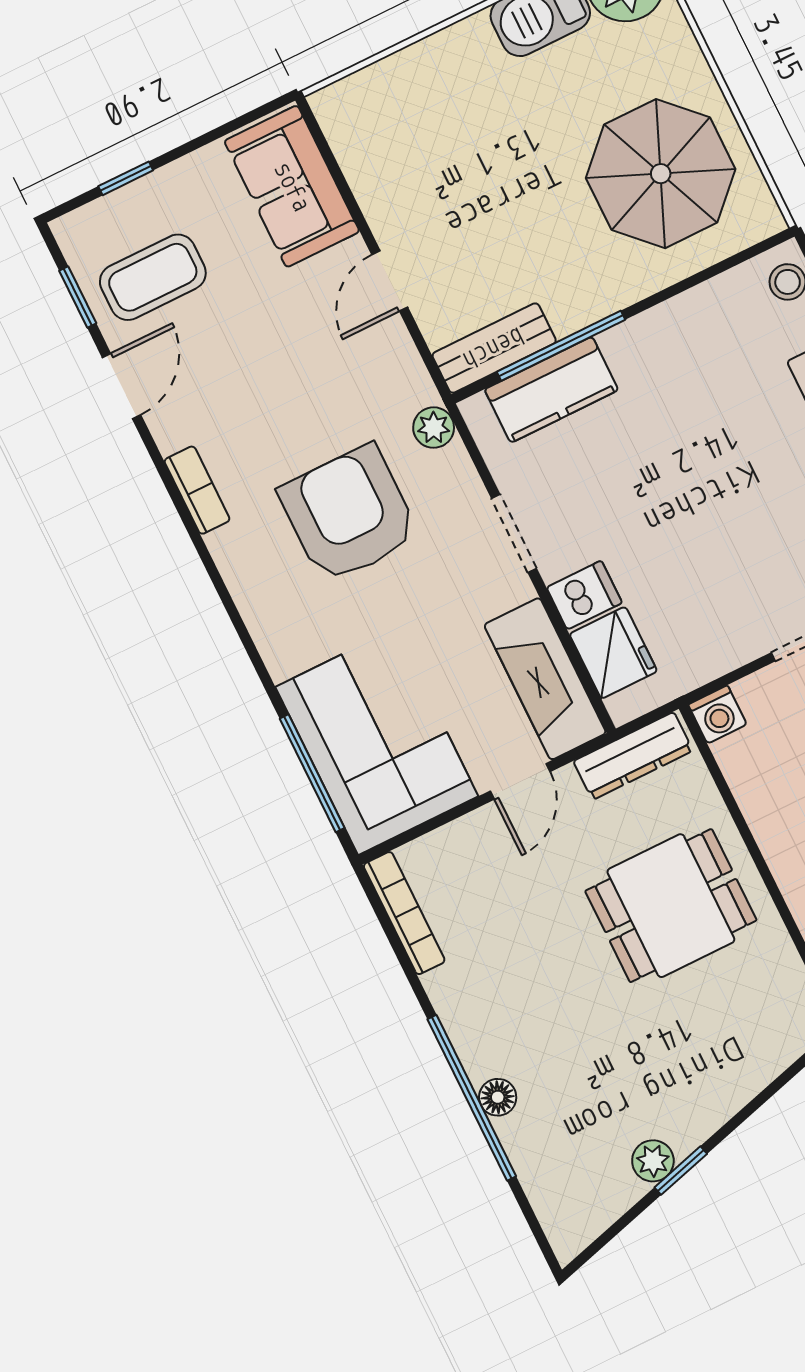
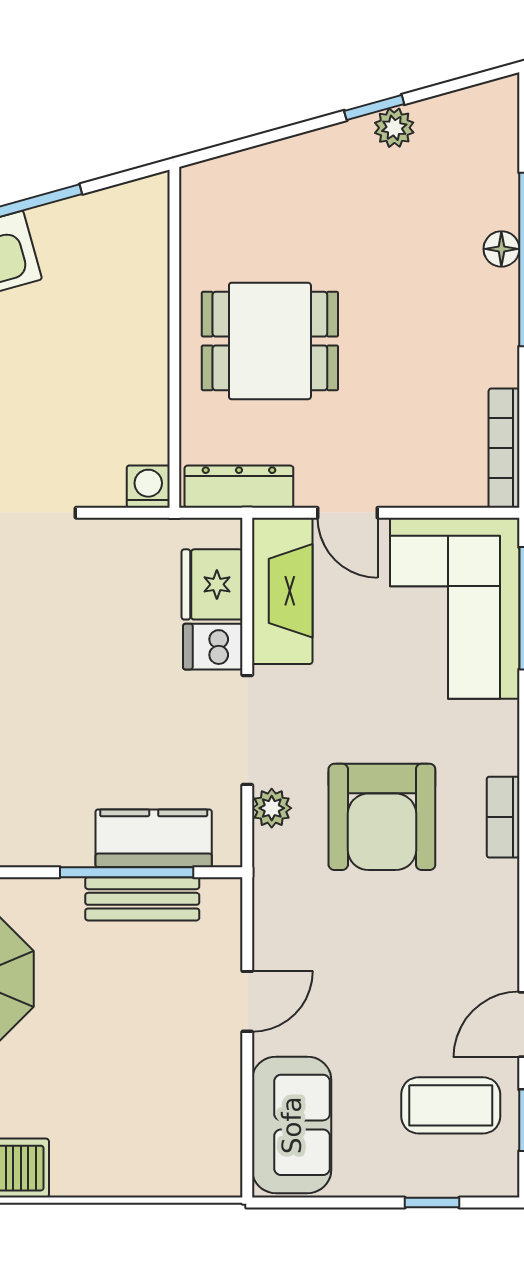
bench: (494, 348) -> (142, 899), moved
plant: (434, 428) -> (272, 808), moved
bookcase: (197, 490) -> (503, 817), moved
doorway: (514, 533) -> (247, 730), width x1.38
door: (520, 781) -> (348, 513), swing flipped

